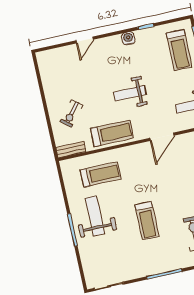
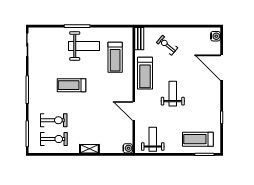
water cooler: (128, 38) -> (216, 36), moved
door: (85, 40) -> (222, 68), width x1.87

